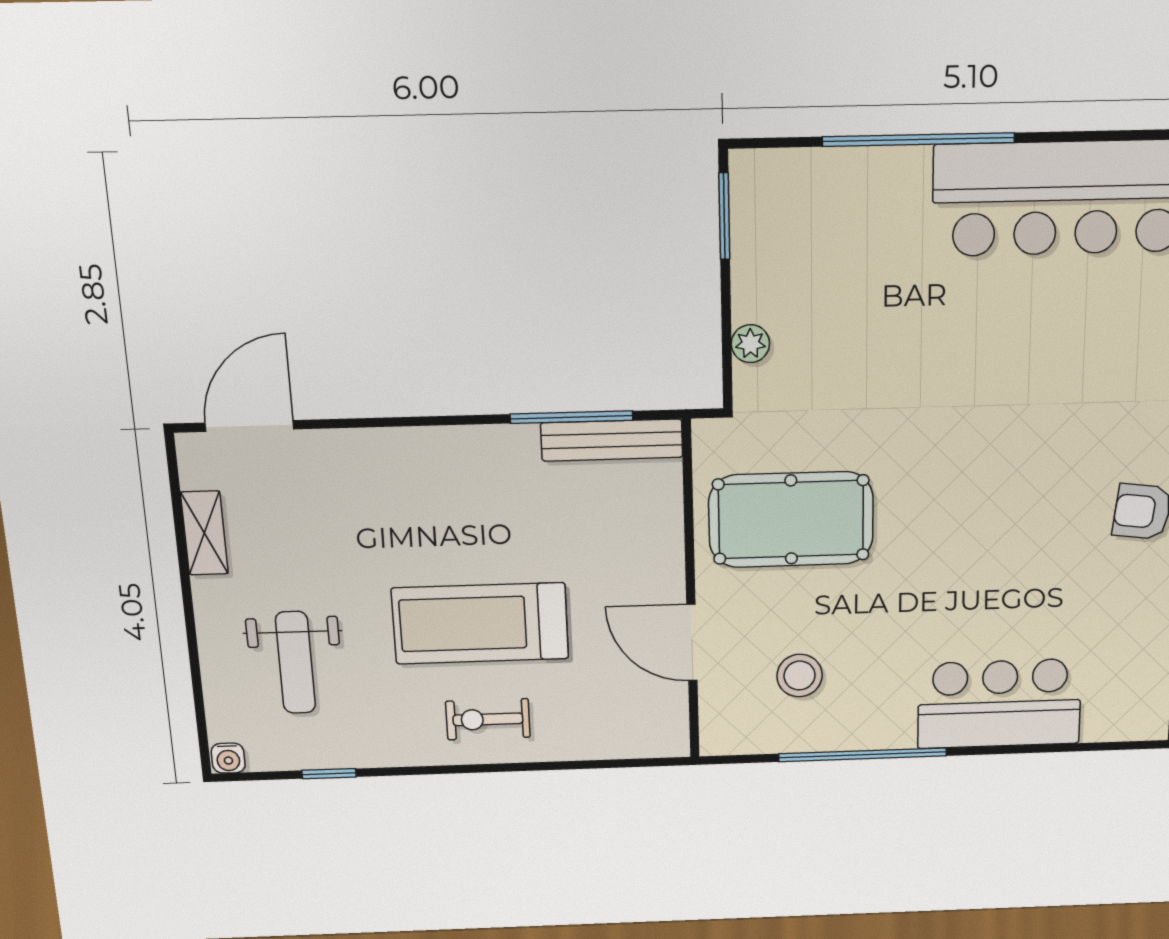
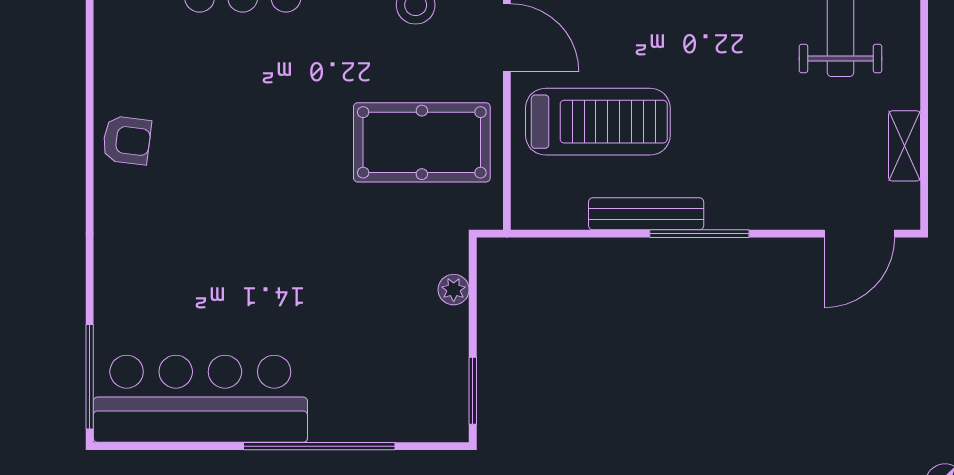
window: (571, 417) -> (699, 234), moved
bench: (612, 440) -> (646, 214), moved
treadmill: (480, 623) -> (598, 122), moved

